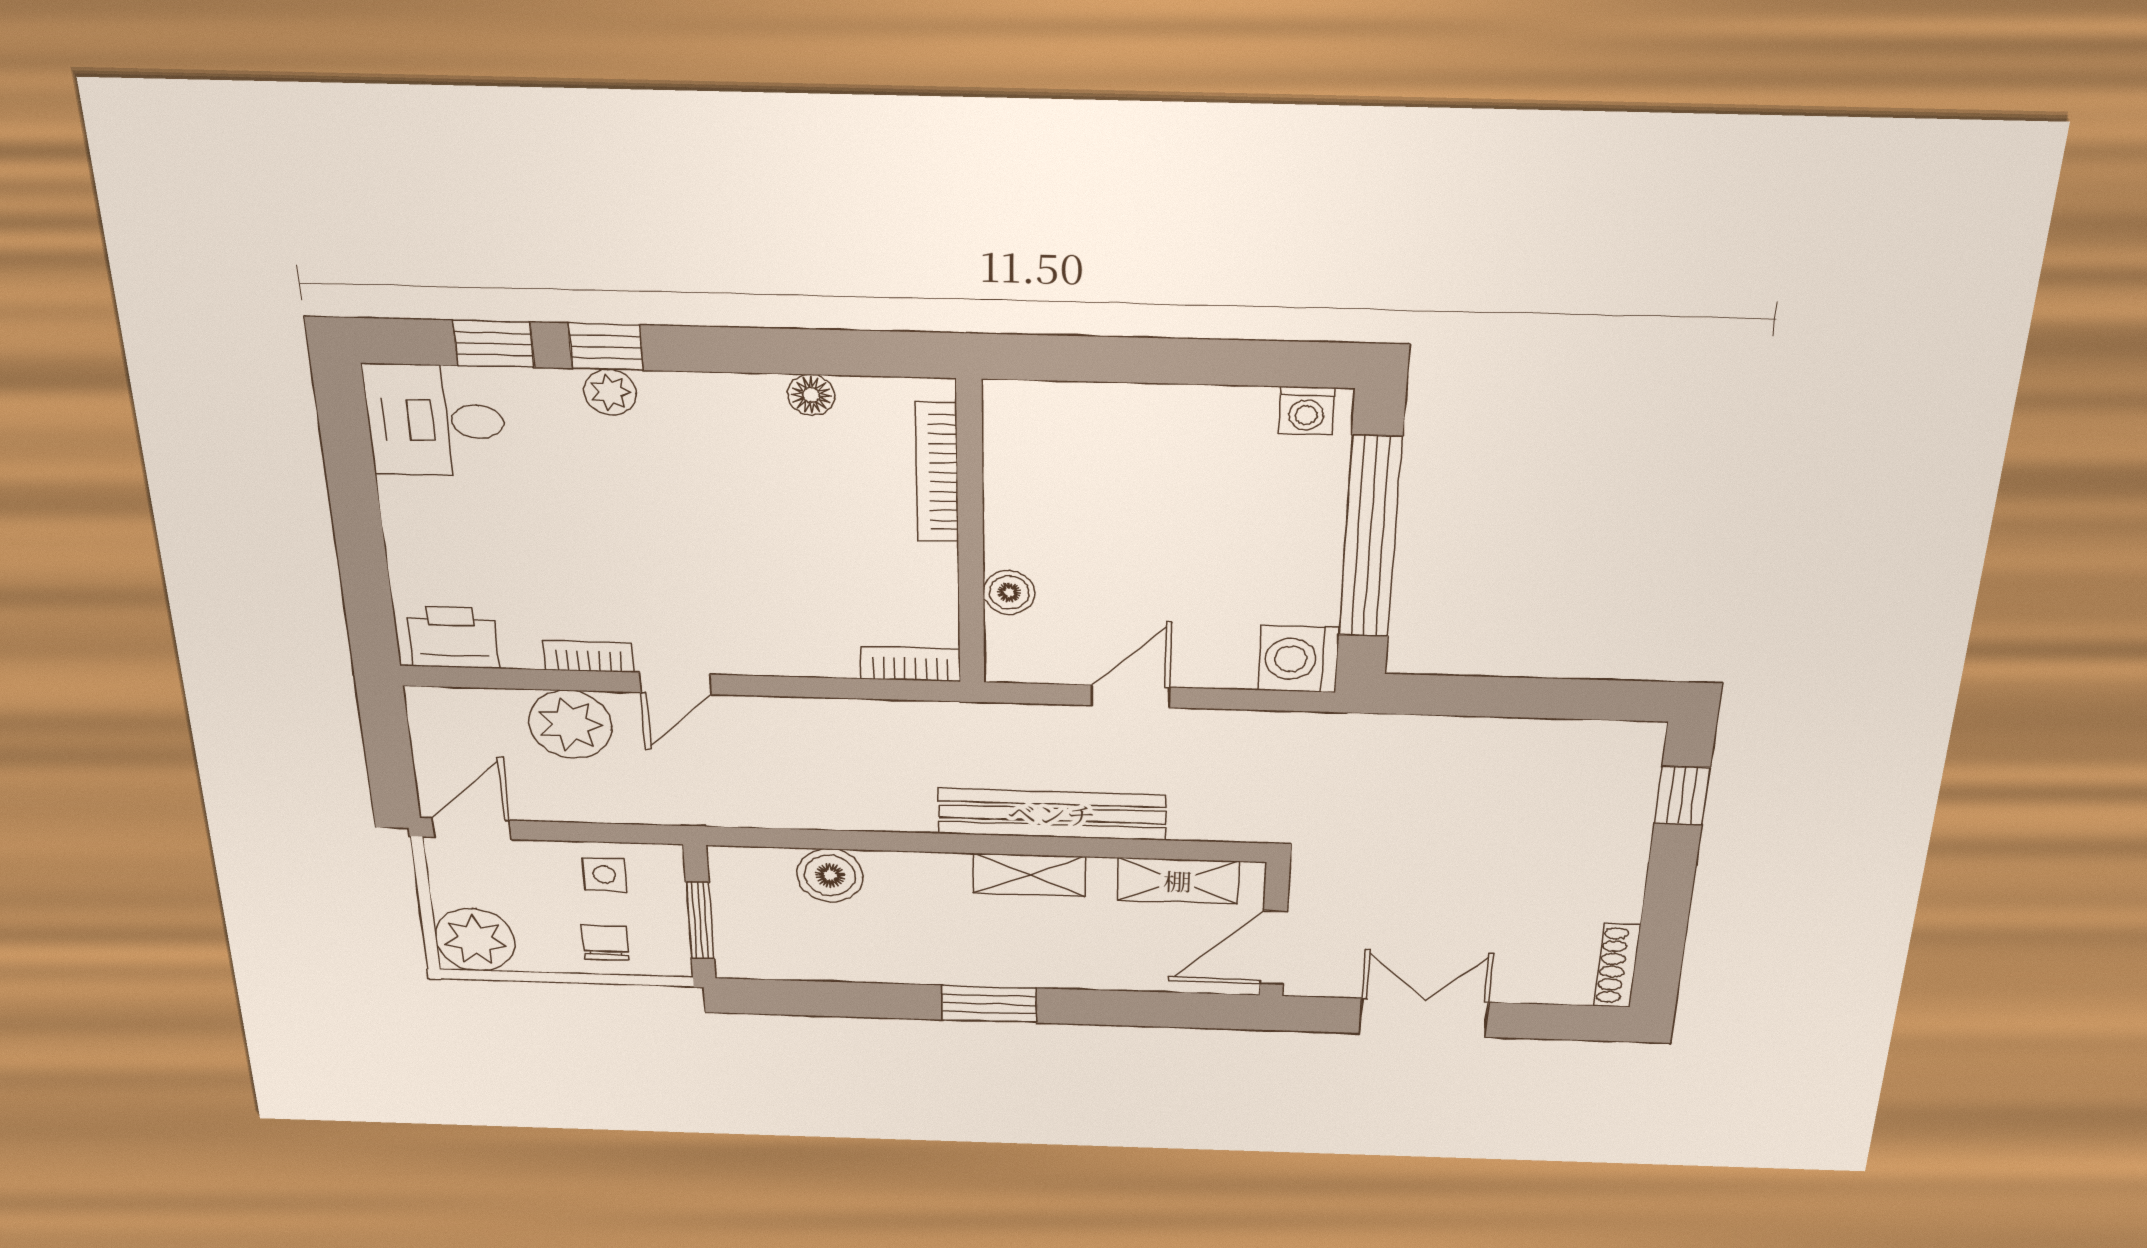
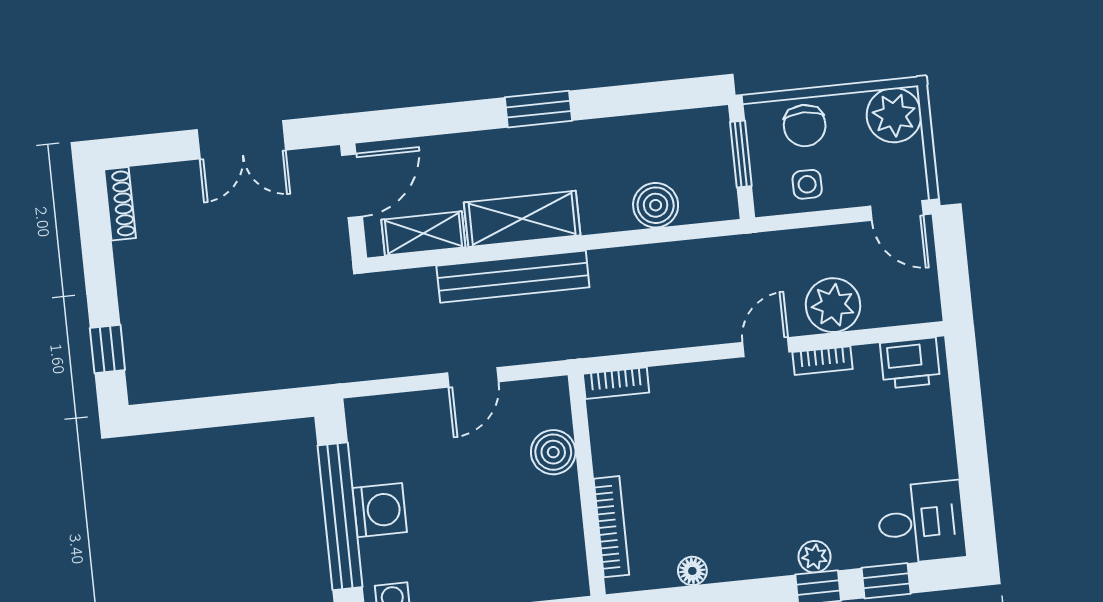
boiler: (1009, 592) -> (553, 452), width x1.36, depth x1.36
washing machine: (1298, 659) -> (380, 510), moved
door: (472, 829) -> (897, 210), hinge flipped
shelving: (1029, 875) -> (522, 219), width x1.50, depth x1.33
chair: (605, 943) -> (805, 126), width x1.37, depth x1.37

